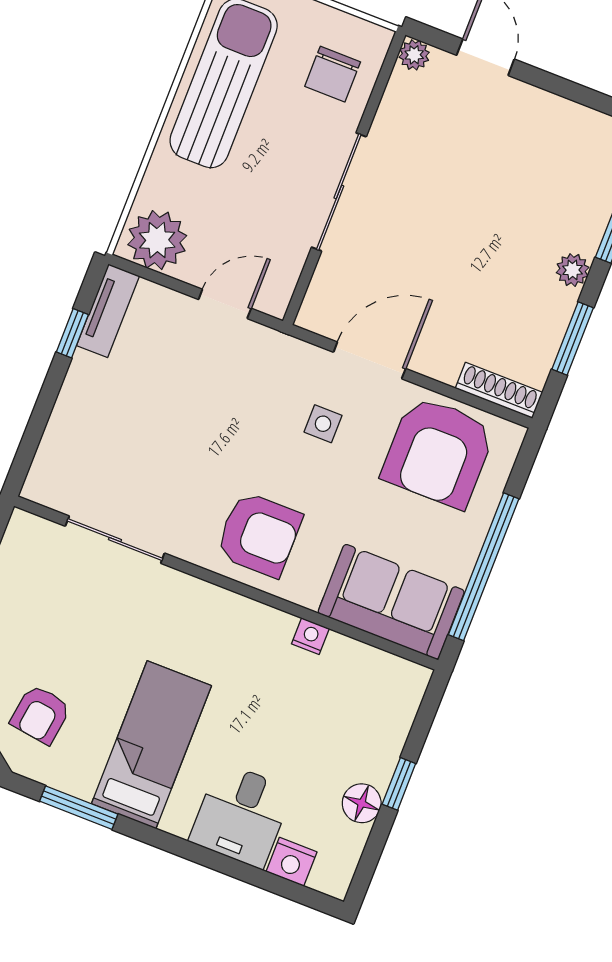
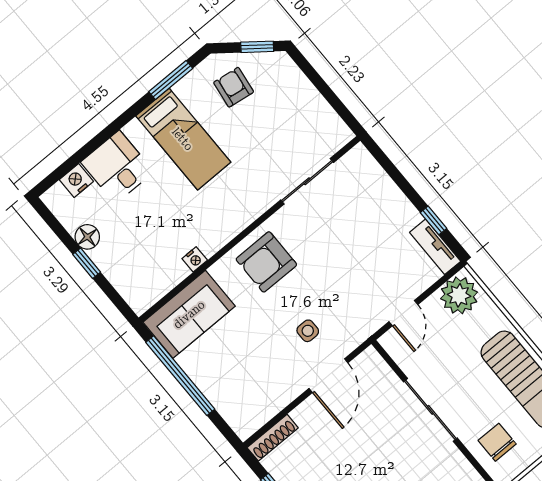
armchair: (438, 452) -> (257, 386), removed

